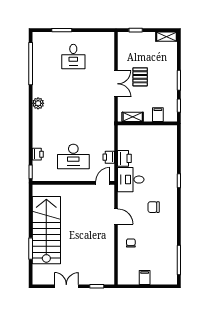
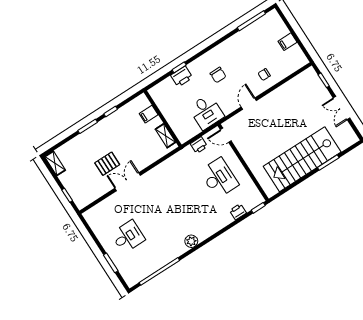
filing cabinet: (158, 115) -> (149, 114), moved
shelving: (133, 117) -> (166, 136), moved
wall: (147, 123) -> (163, 119), moved
printer: (124, 158) -> (182, 77), moved, turned 180

